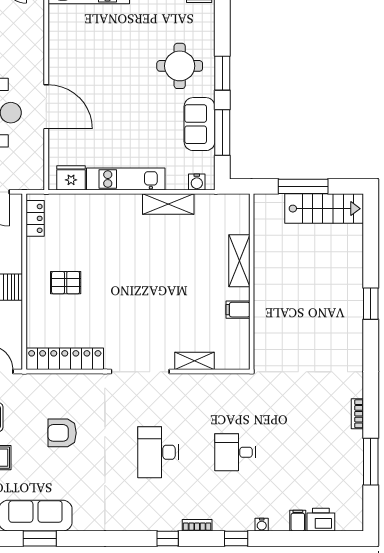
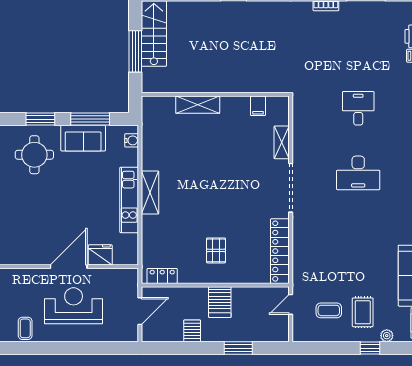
fridge: (71, 178) -> (100, 255), moved, turned 90
shelving: (168, 204) -> (150, 193), moved
filing cabinet: (238, 310) -> (258, 106), moved
armchair: (62, 433) -> (342, 253), removed
desk: (235, 452) -> (358, 108), turned 180

